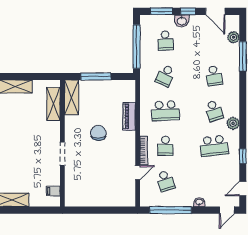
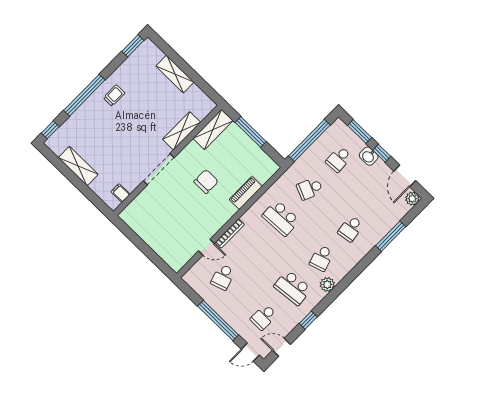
plant: (233, 37) -> (412, 199), moved
shelving: (53, 104) -> (182, 131), moved
school desk: (165, 146) -> (264, 317), moved
doorway: (62, 154) -> (159, 169), width x1.36
washbasin: (199, 202) -> (234, 323), removed
window: (170, 210) -> (218, 320), moved

